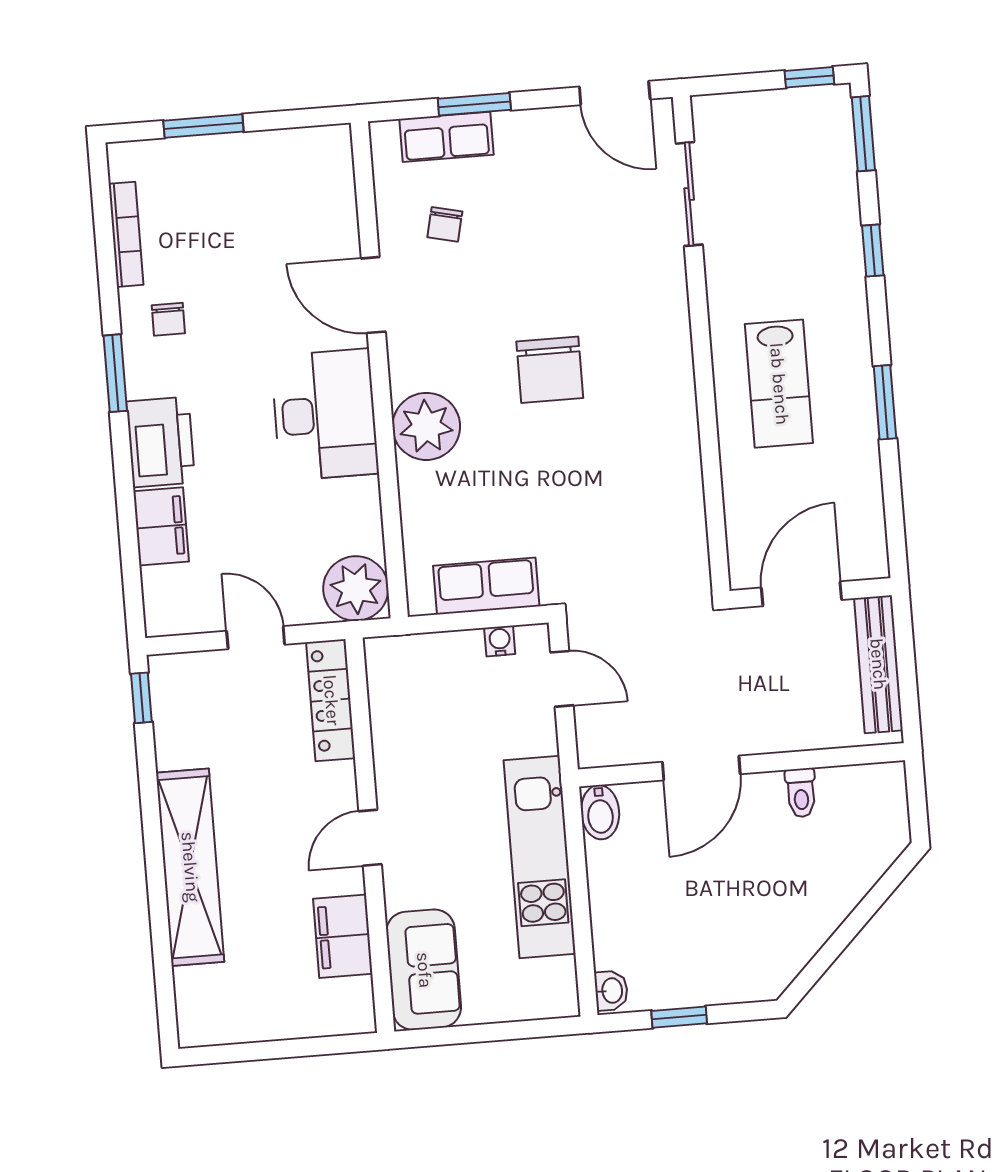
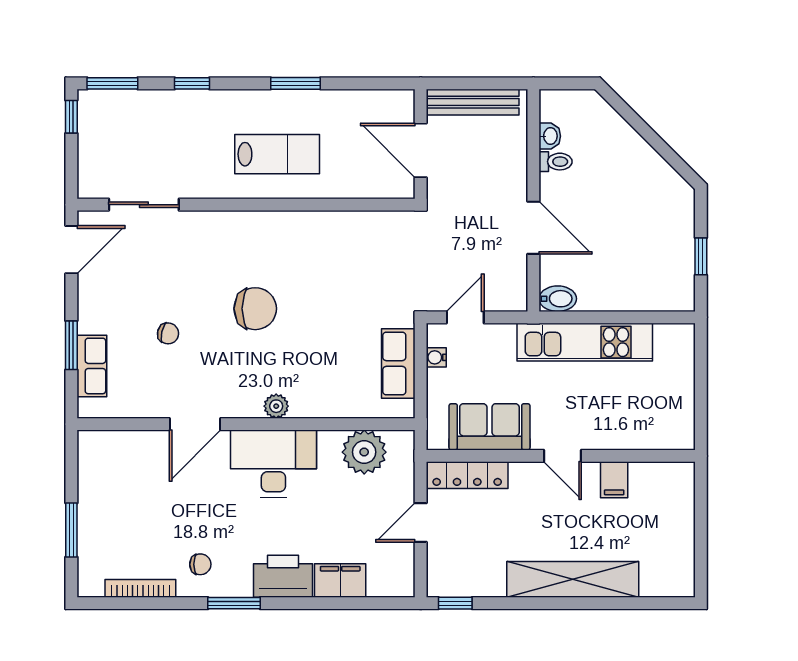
chair: (445, 224) -> (168, 333), moved
plant: (426, 426) -> (276, 406), width x0.53, depth x0.53
plant: (356, 588) -> (364, 452), moved
filing cabinet: (343, 936) -> (614, 480), width x0.50
sofa: (424, 970) -> (489, 427), moved
washbasin: (611, 991) -> (550, 136), moved, turned 90

